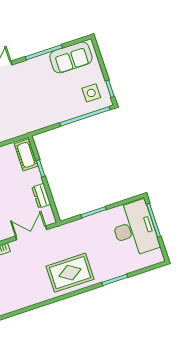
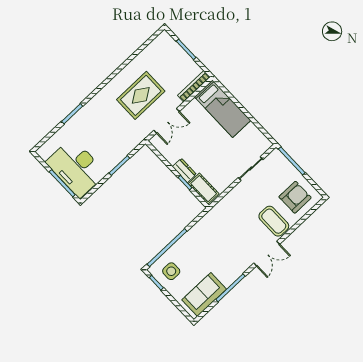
dresser: (41, 196) -> (184, 170), moved
rug: (70, 273) -> (141, 95), moved

